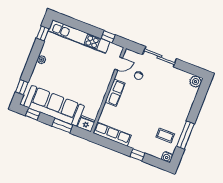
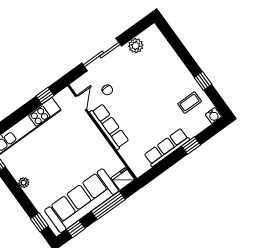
plant: (195, 82) -> (136, 46), moved
row of seats: (115, 93) -> (109, 127), width x1.48
window: (62, 126) -> (108, 205), width x1.44
row of seats: (112, 134) -> (167, 147), moved
window: (185, 135) -> (203, 81), width x0.46

